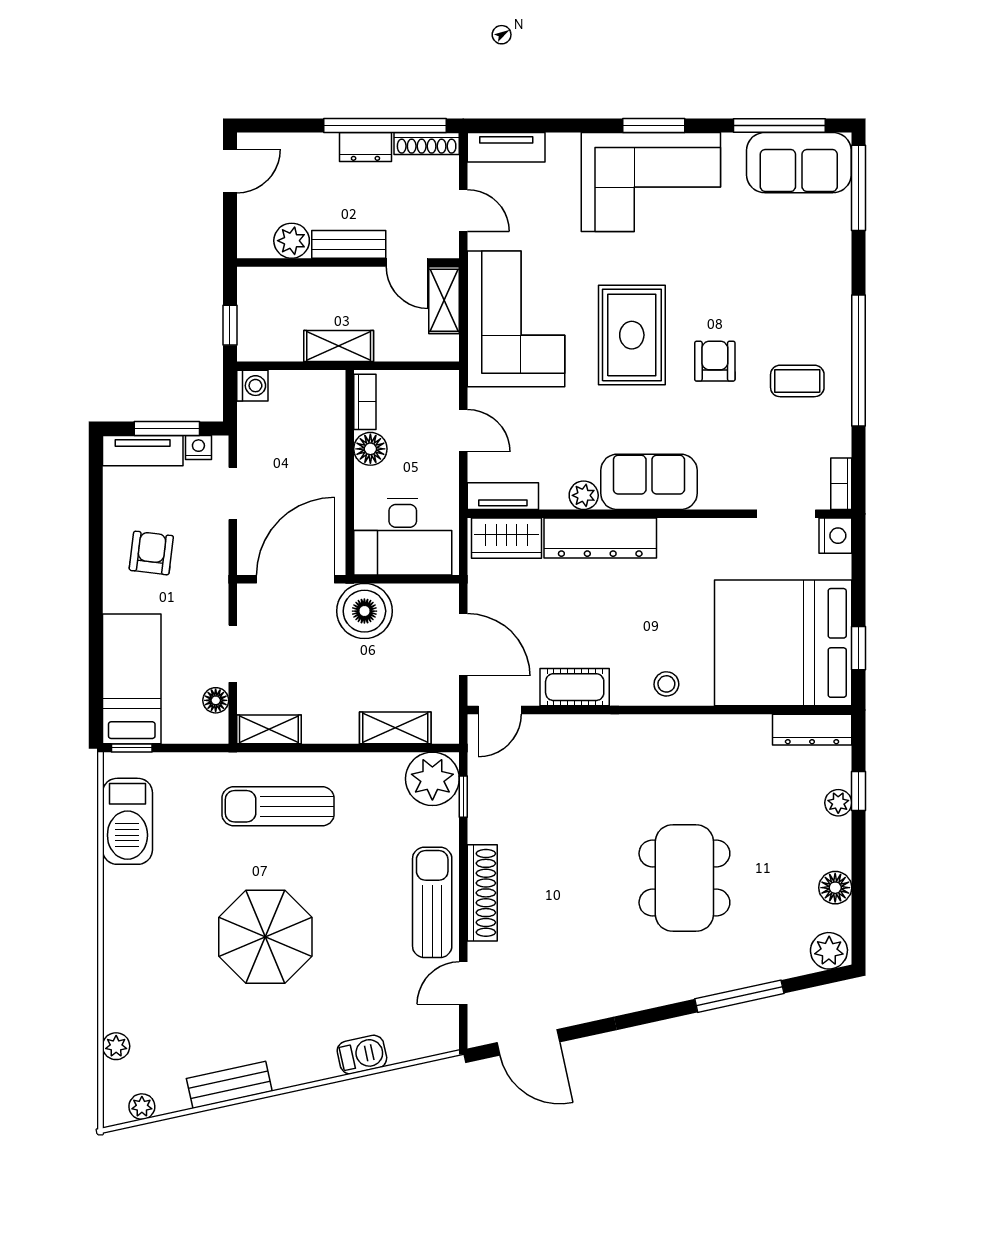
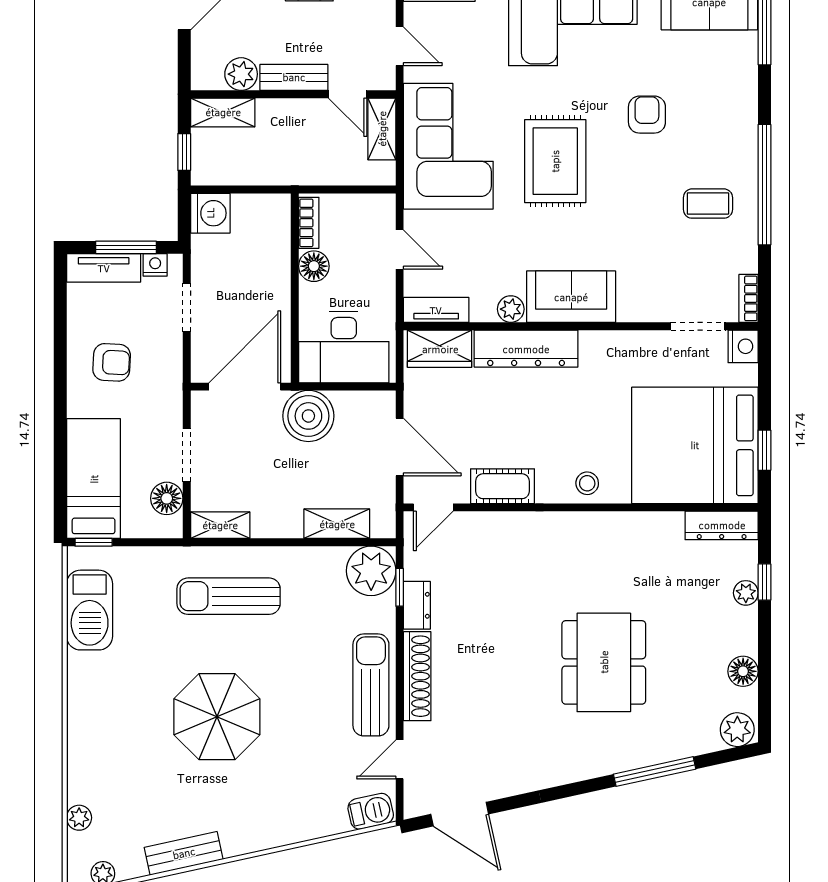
shelving: (339, 346) -> (223, 112), moved
armchair: (715, 361) -> (647, 115), moved
washing machine: (252, 386) -> (210, 213), width x1.38, depth x1.38
armchair: (151, 553) -> (112, 362), turned 86
floor lamp: (216, 700) -> (167, 498), width x1.37, depth x1.37
dresser: (482, 816) -> (417, 605), added
barbecue: (362, 1055) -> (371, 811), moved

